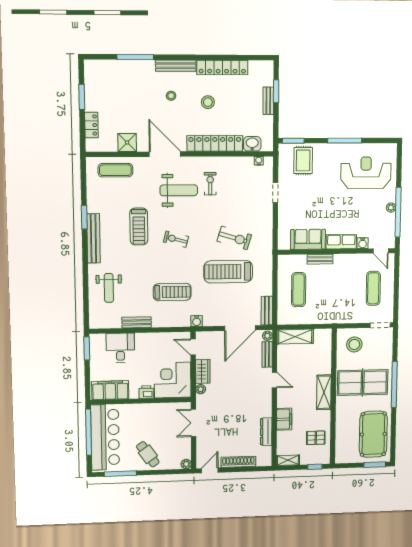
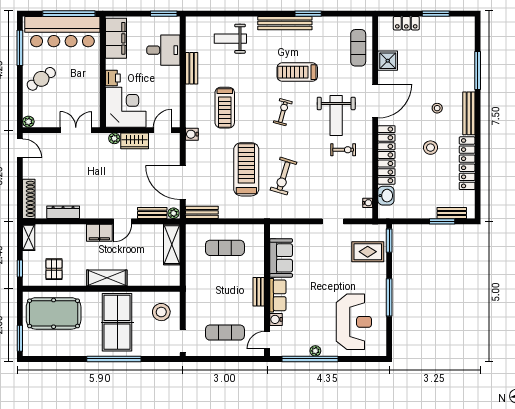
bench: (268, 101) -> (452, 213), moved
bench: (320, 259) -> (259, 292), moved
filing cabinet: (284, 419) -> (99, 233), moved
pool table: (373, 434) -> (54, 313), moved
shoe rack: (238, 462) -> (29, 199), moved

